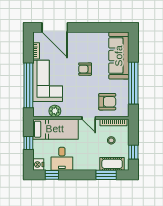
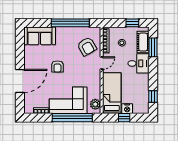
door: (55, 27) -> (20, 81), moved
sofa: (119, 56) -> (40, 36), width x0.73
armchair: (107, 102) -> (87, 46), turned 150
plant: (55, 111) -> (95, 104), moved
desk: (62, 159) -> (138, 63), moved
nightstand: (38, 164) -> (127, 109), moved

